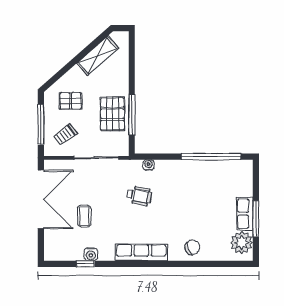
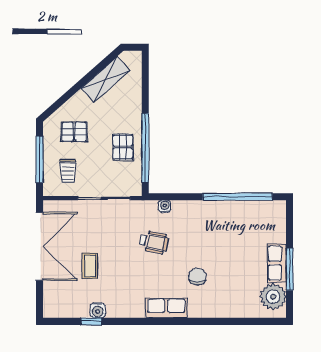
pallet: (112, 114) -> (123, 147), width x0.67, depth x0.71
window: (132, 115) -> (145, 148), width x1.46
trolley: (65, 135) -> (68, 171), turned -54
chair: (192, 247) -> (197, 276), moved, turned -67
row of seats: (141, 252) -> (166, 308), width x0.68

